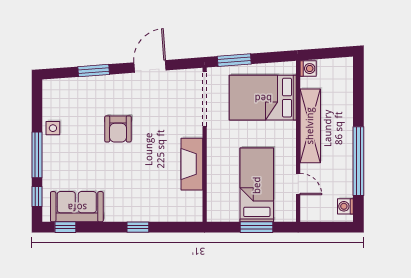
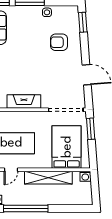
window: (94, 71) -> (83, 22), moved
armchair: (118, 129) -> (59, 42), moved

